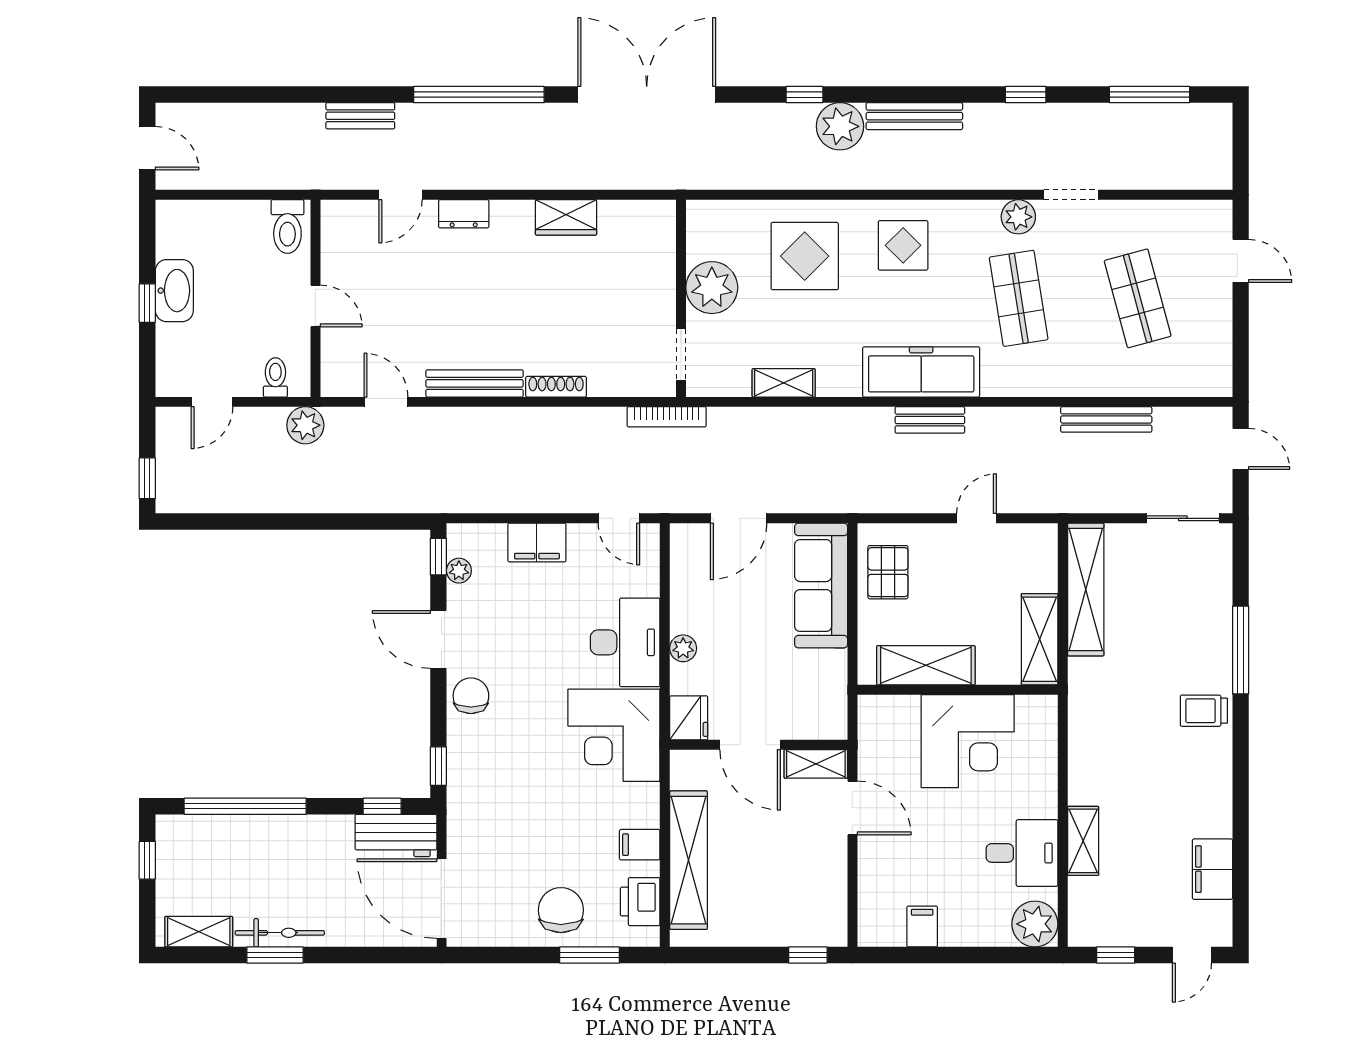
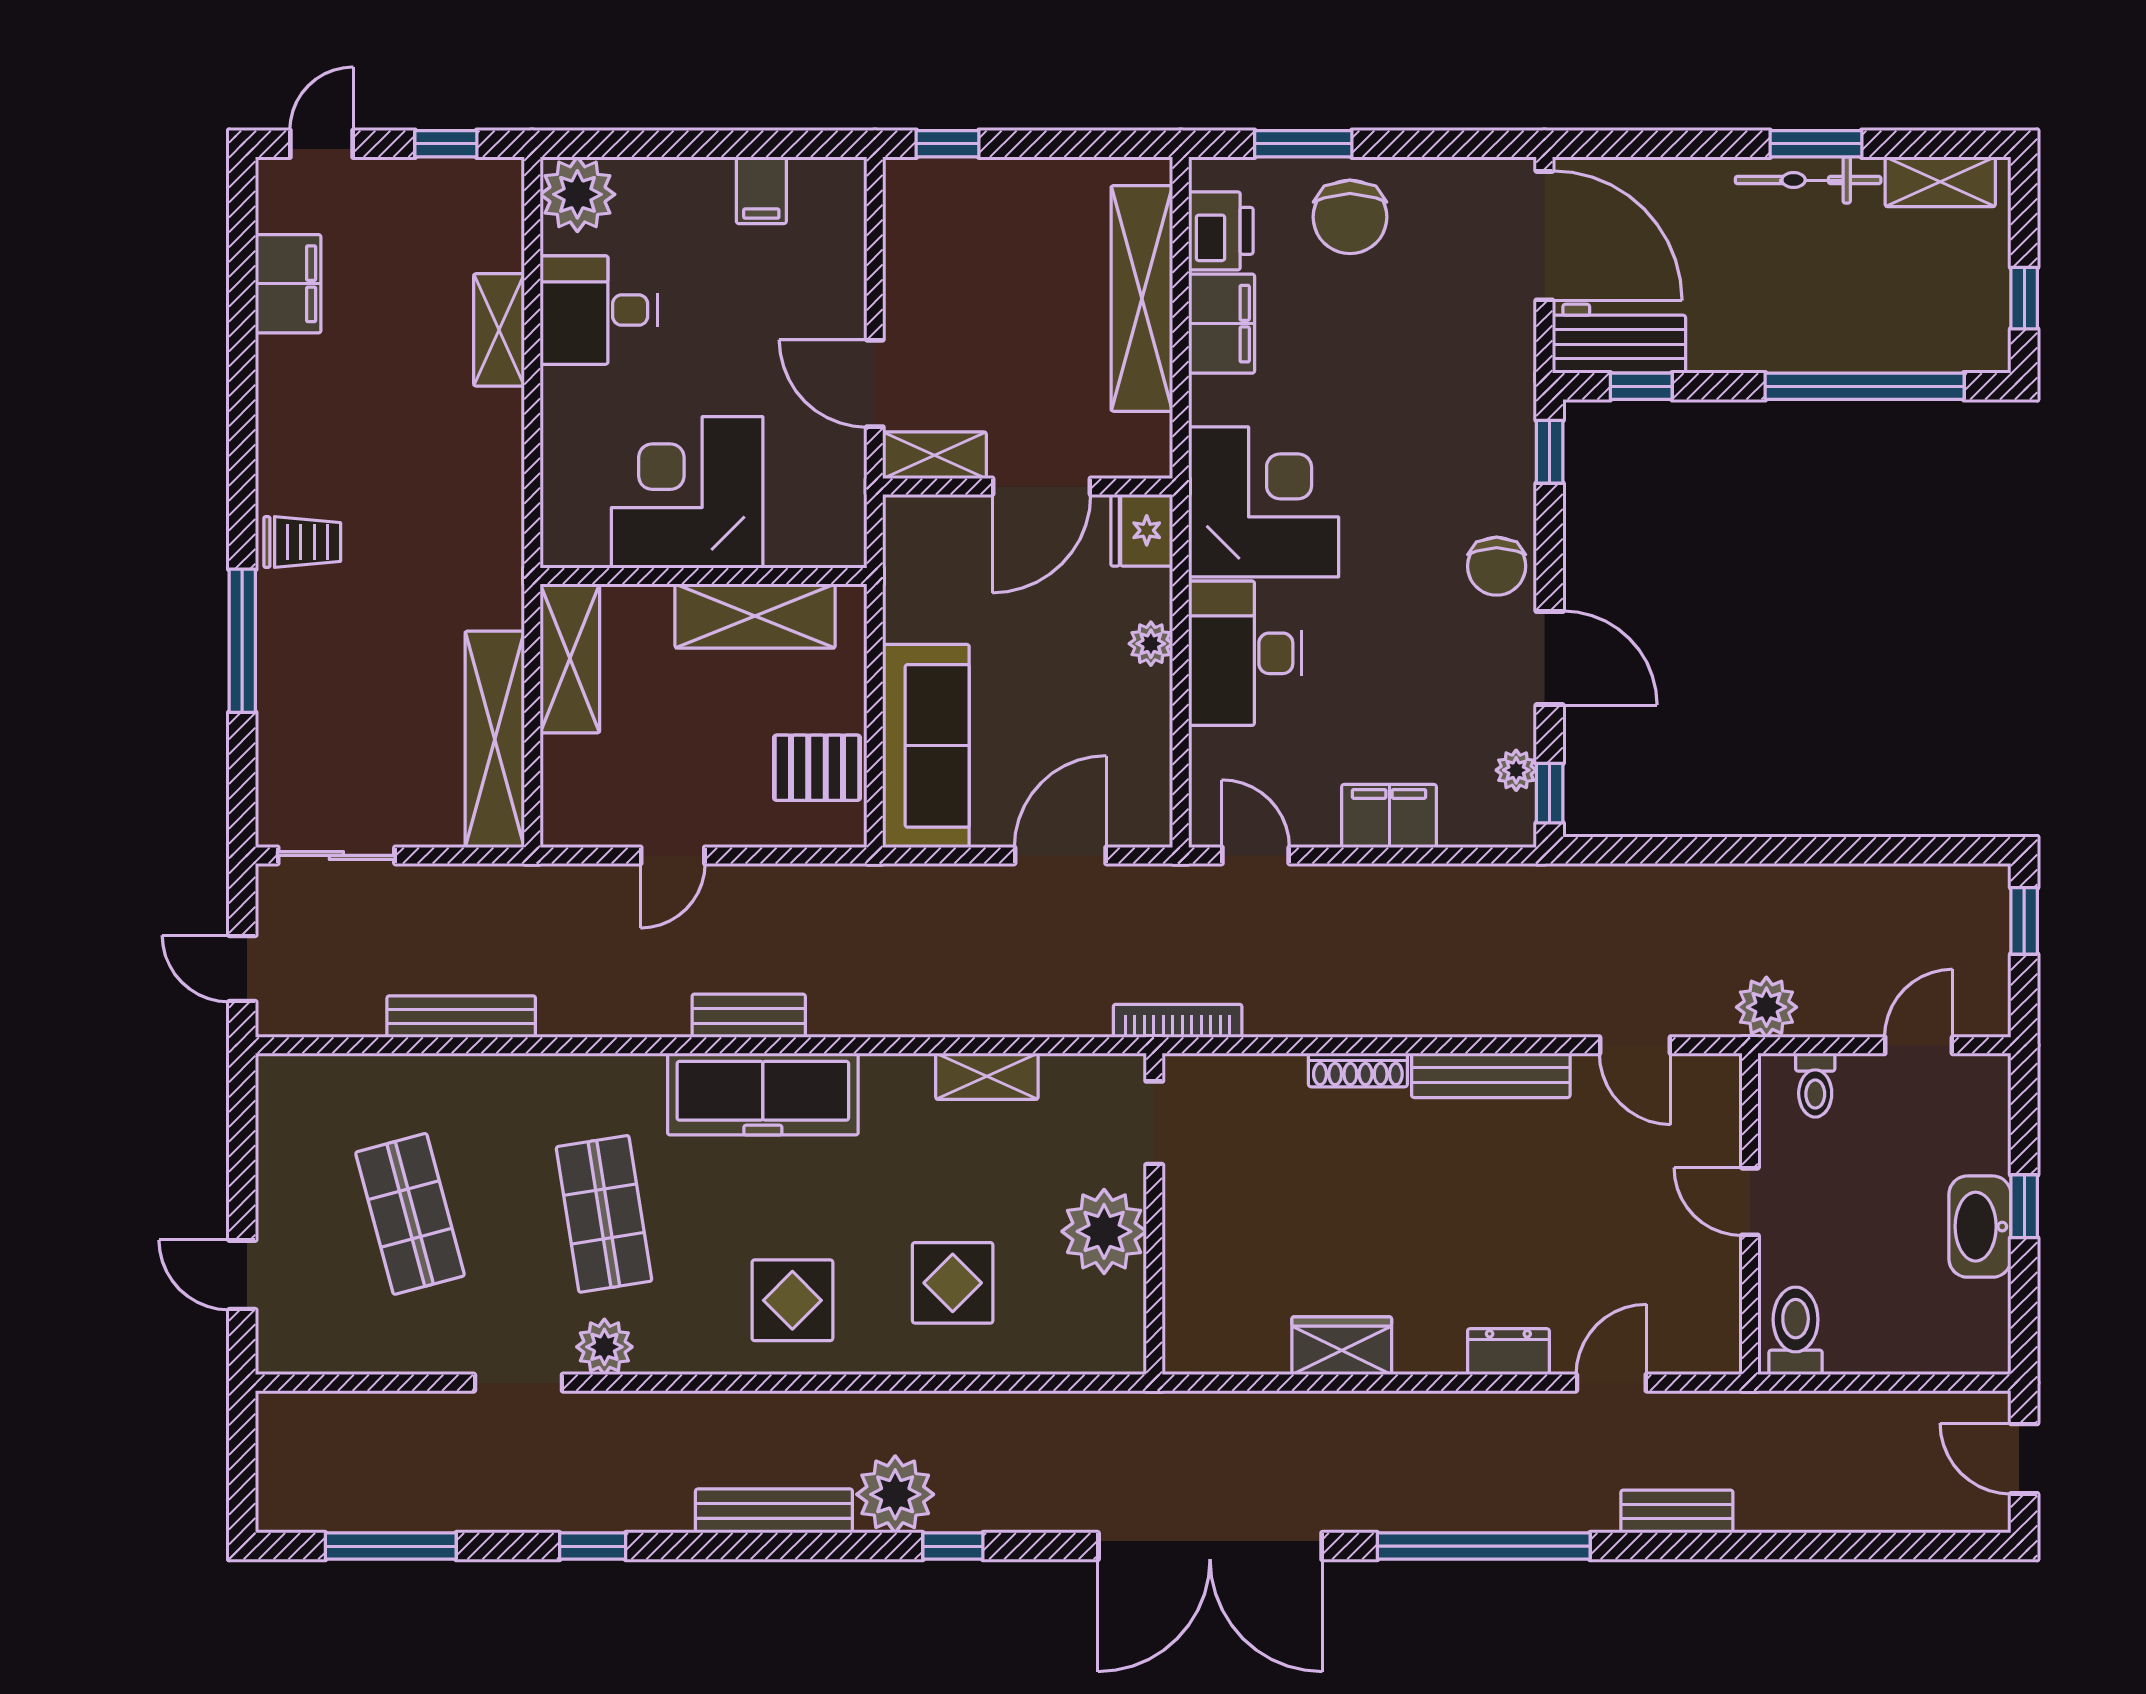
display table: (805, 256) -> (953, 1283), width x0.73, depth x0.73
pallet: (888, 572) -> (817, 768), turned 90
door: (750, 745) -> (1042, 486), swing flipped
filing cabinet: (640, 845) -> (1222, 324), width x2.00

